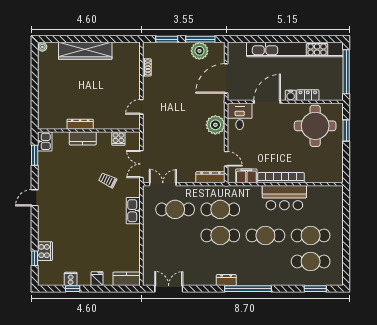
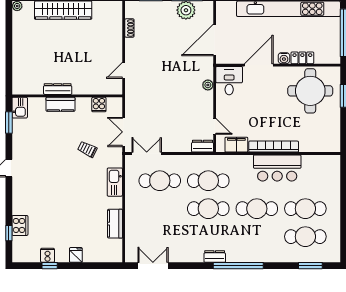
plant: (215, 125) -> (208, 85), width x0.53, depth x0.53
dresser: (210, 177) -> (202, 146), width x0.70
kitchen counter: (127, 279) -> (115, 224), moved, turned -90

